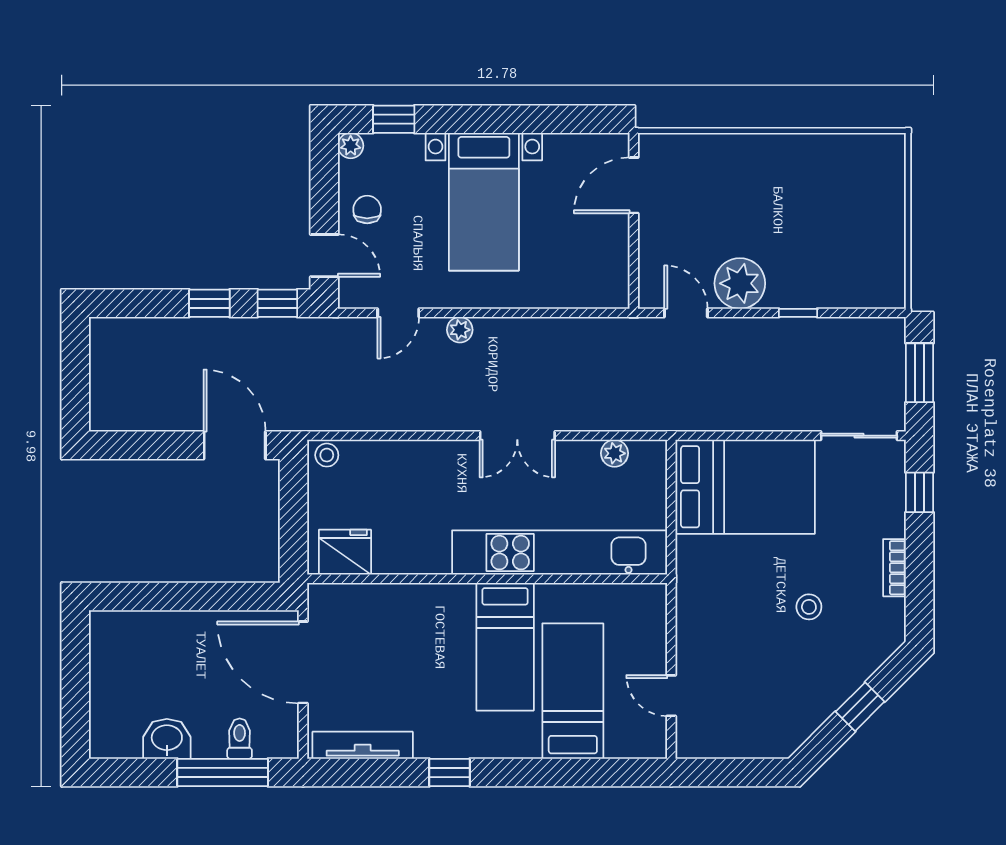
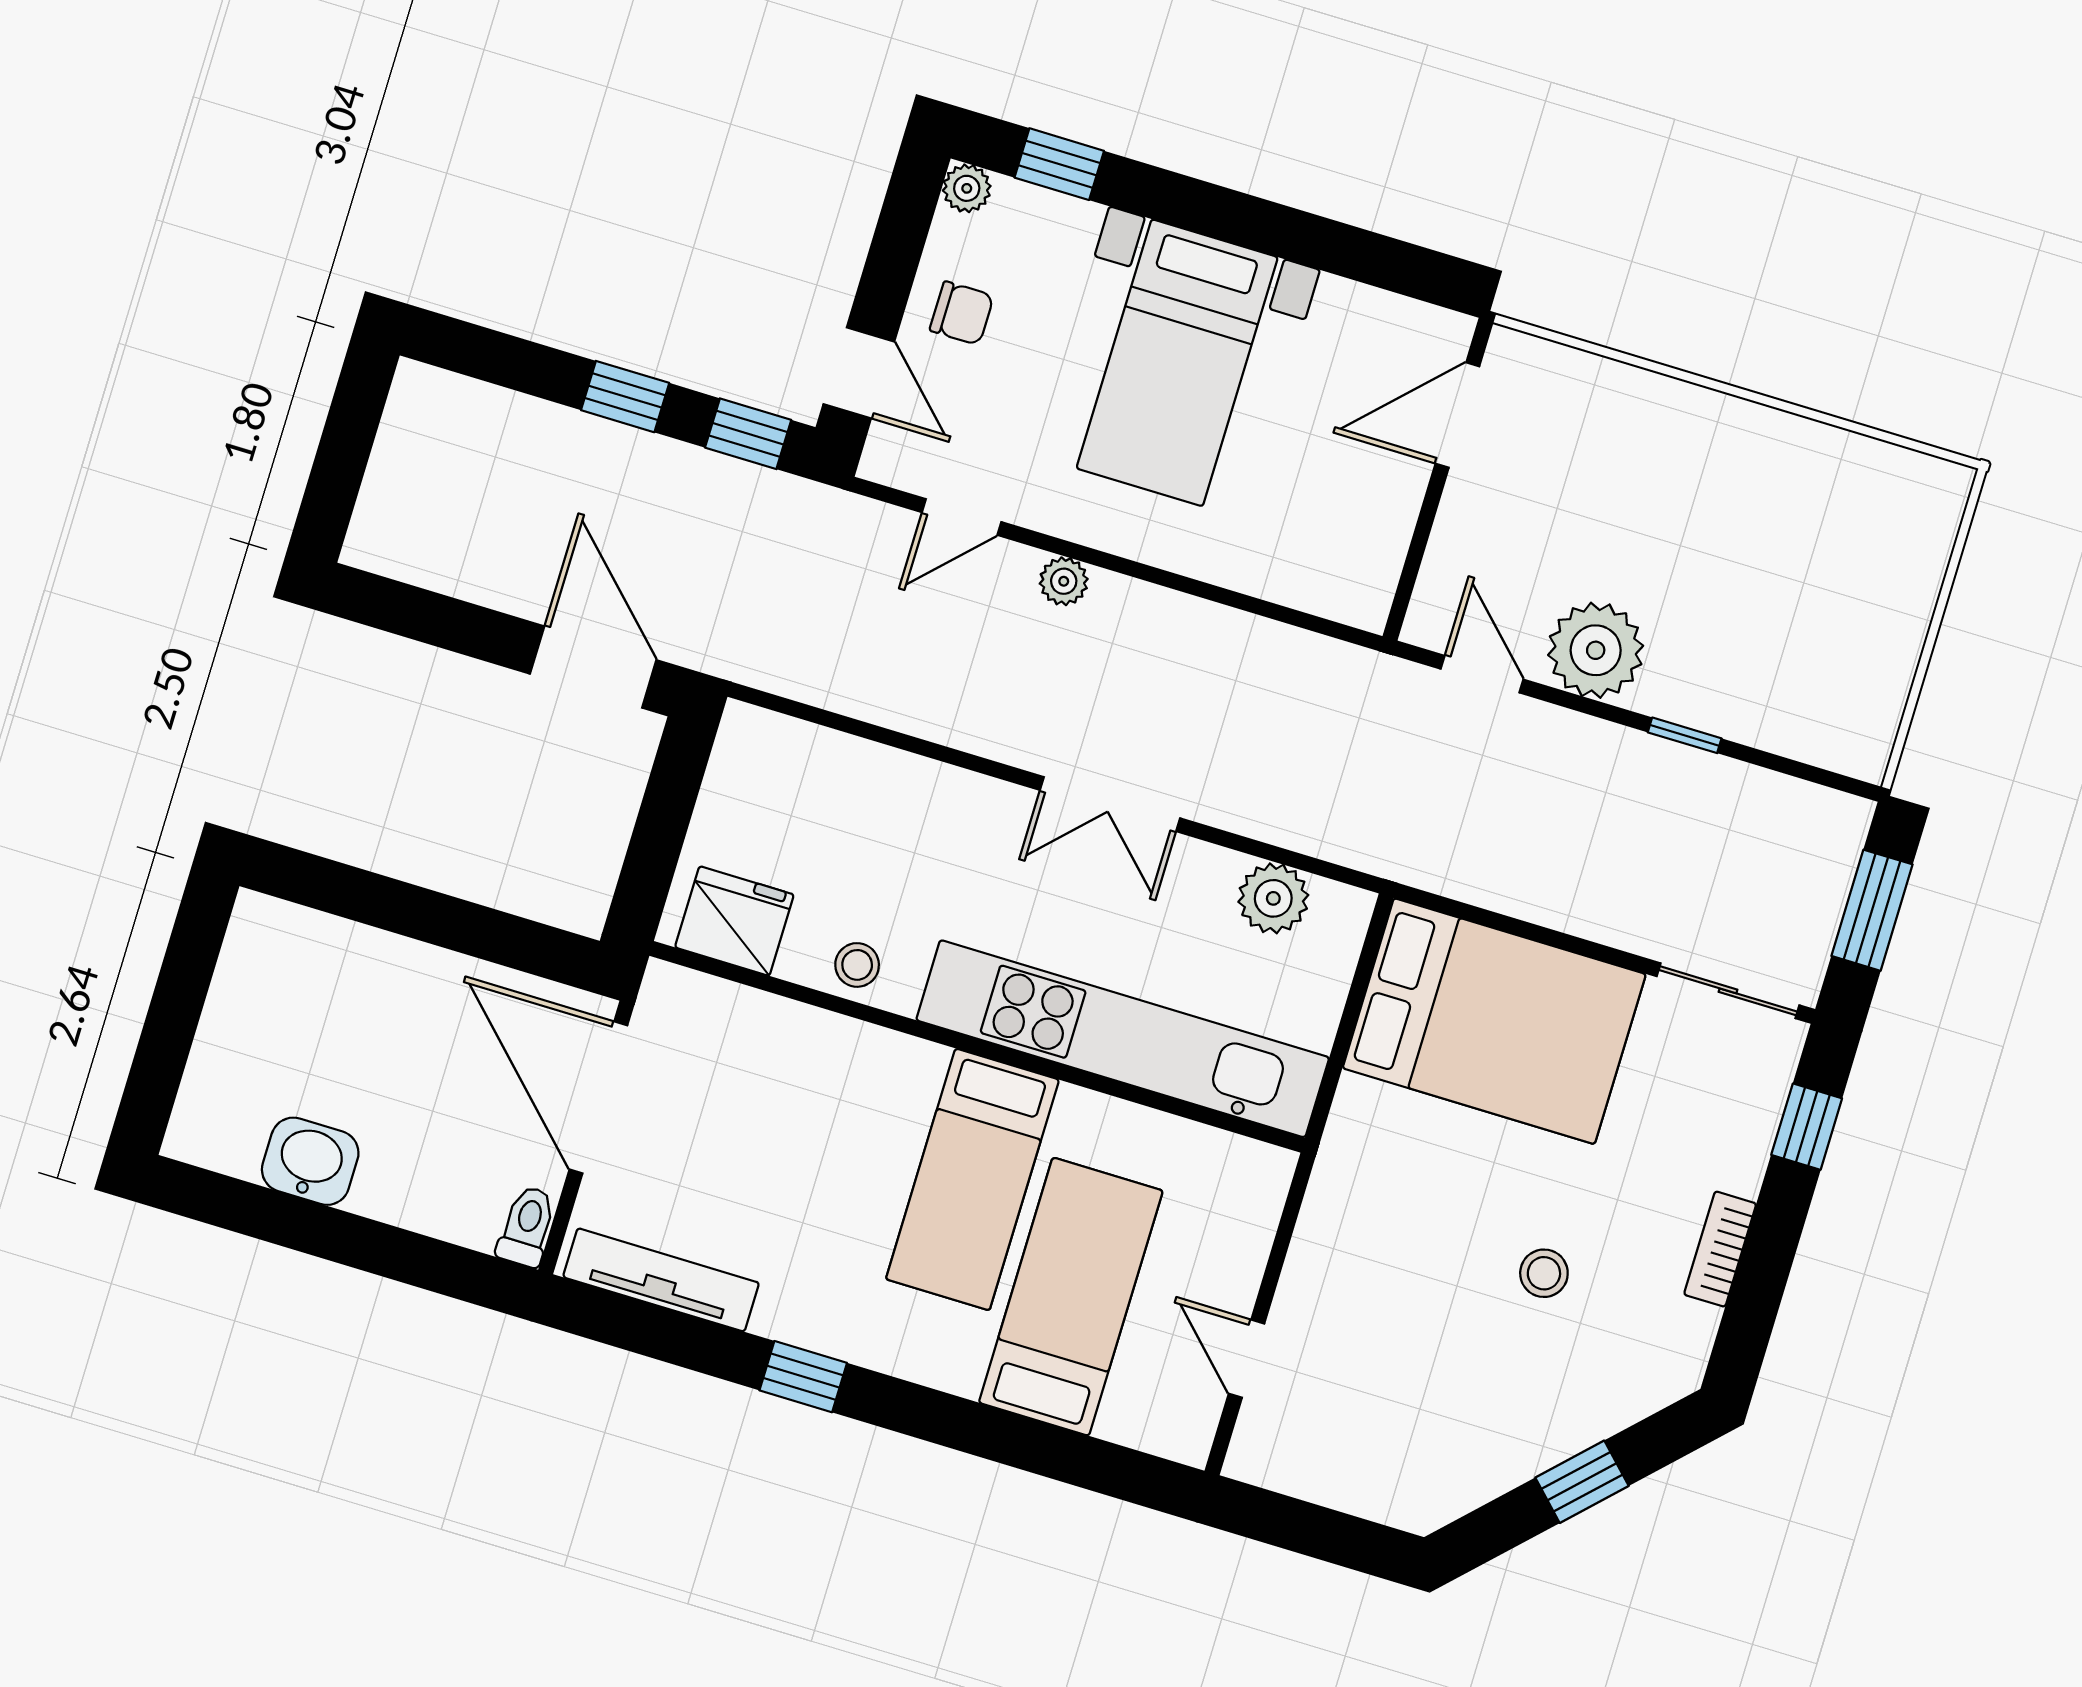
chair: (367, 210) -> (962, 313), turned 90
plant: (614, 453) -> (1273, 898), width x1.38, depth x1.38
stool: (327, 455) -> (857, 965), moved
toilet: (240, 739) -> (527, 1226), moved
window: (223, 773) -> (393, 1253), removed

